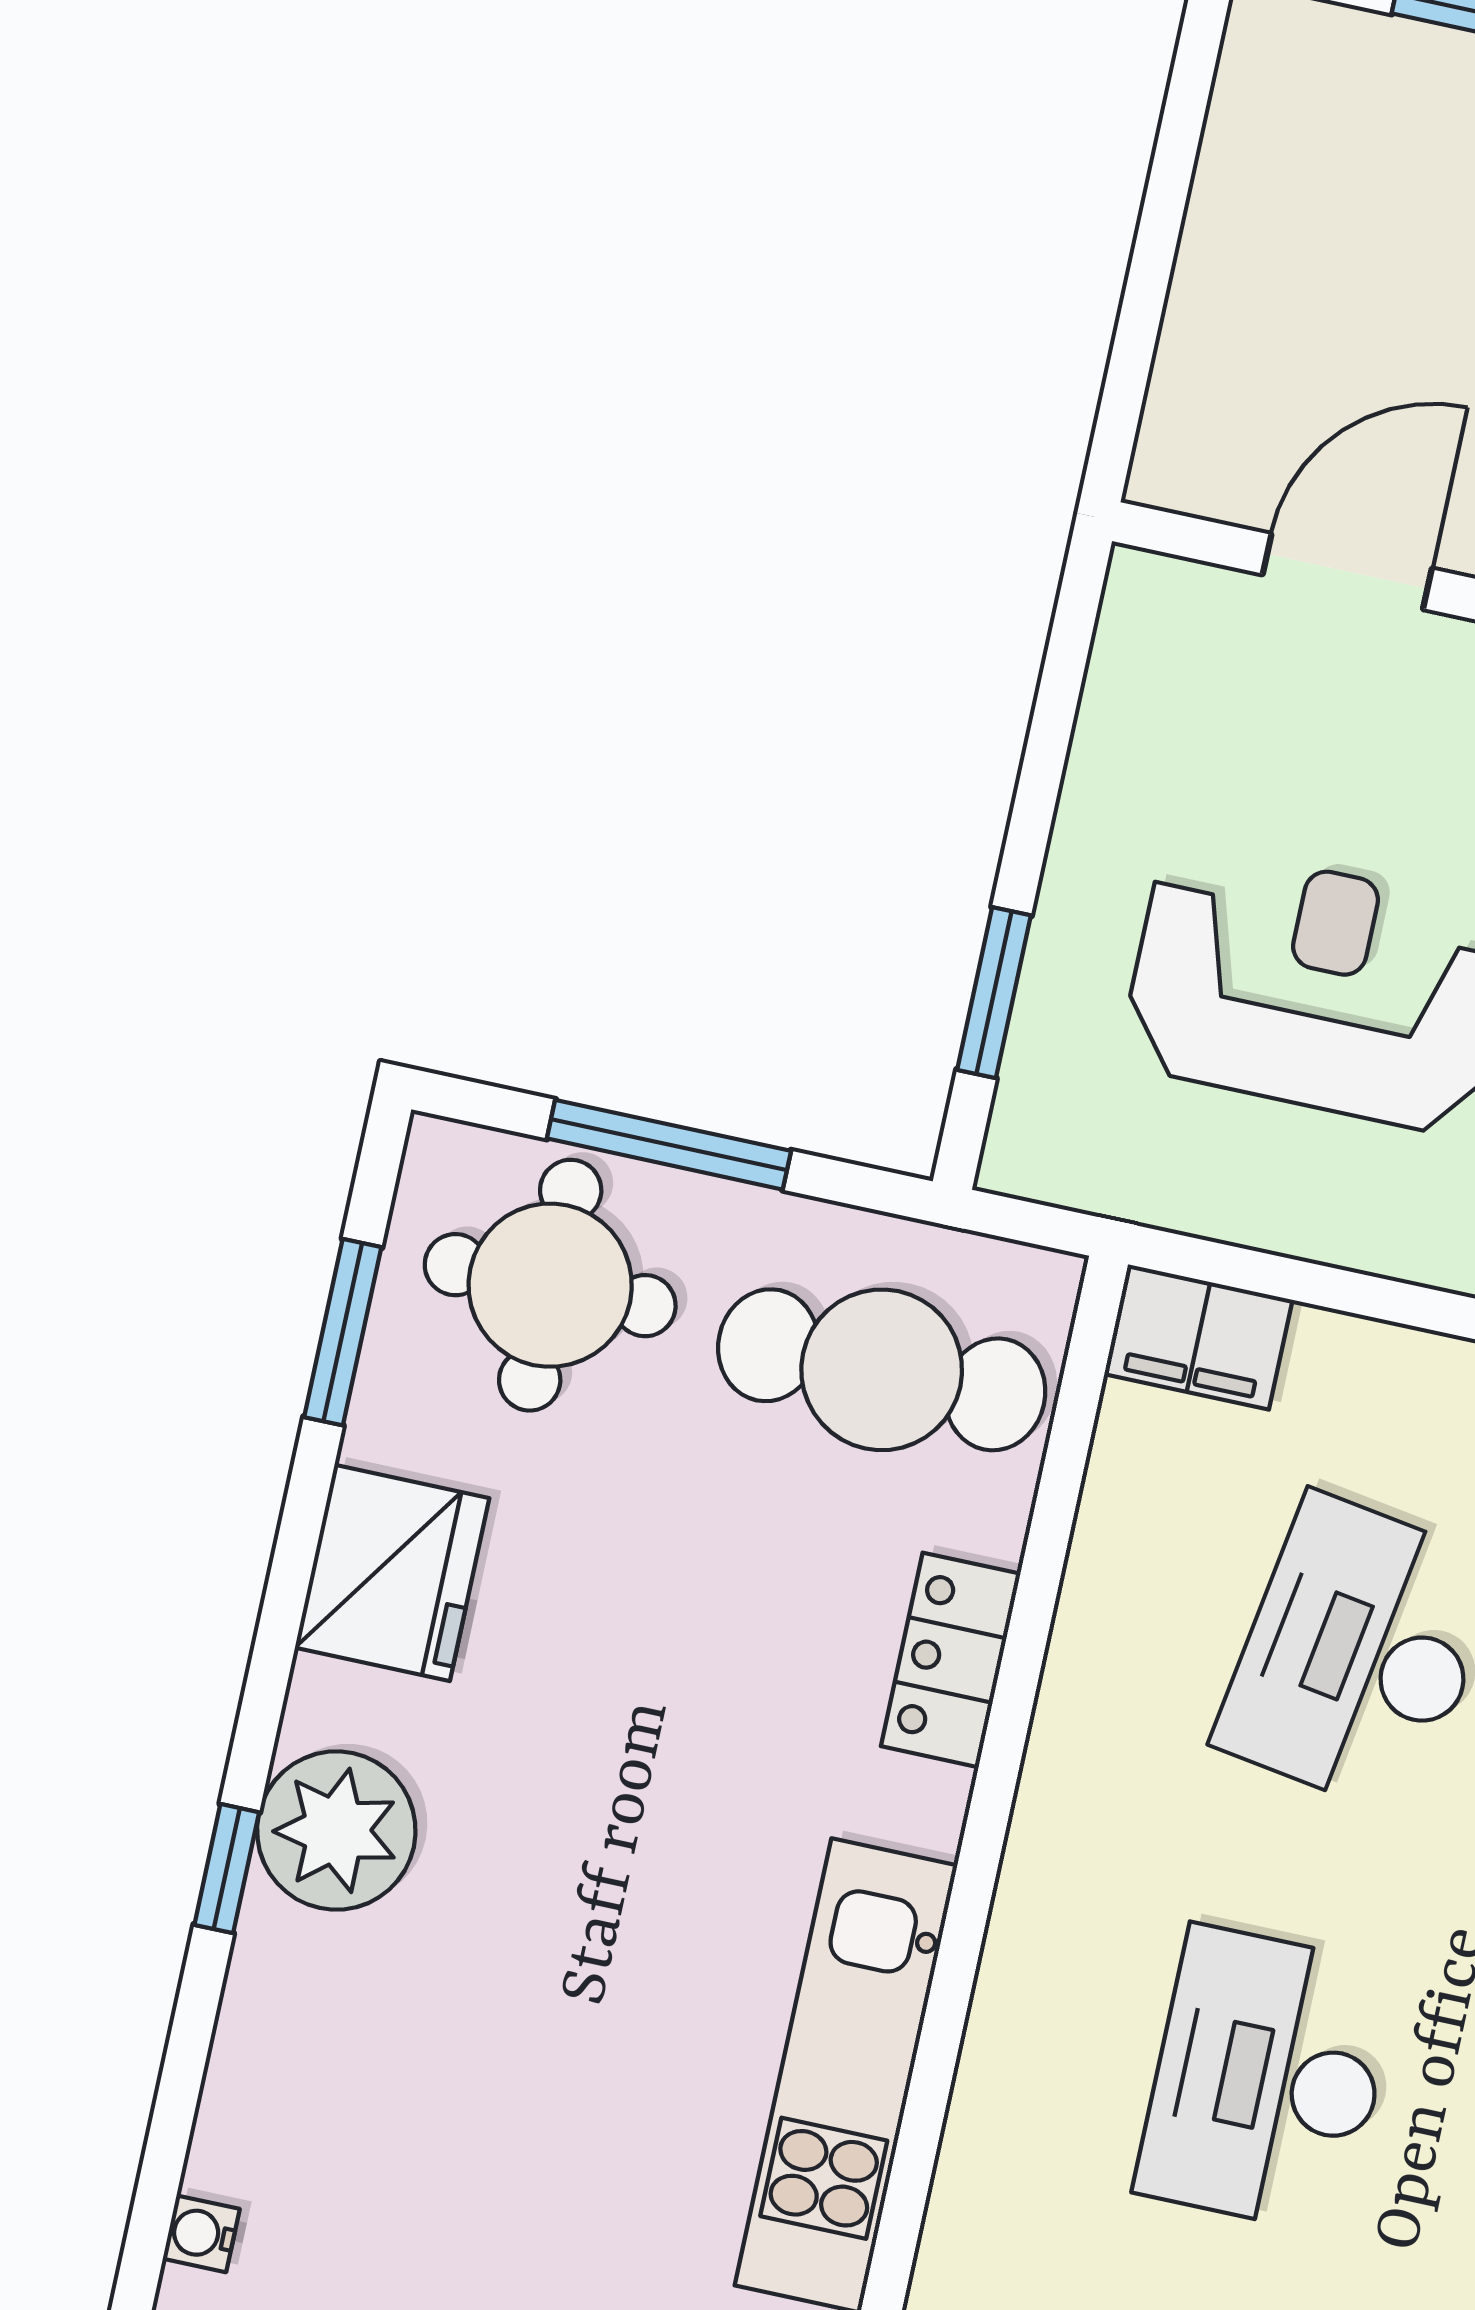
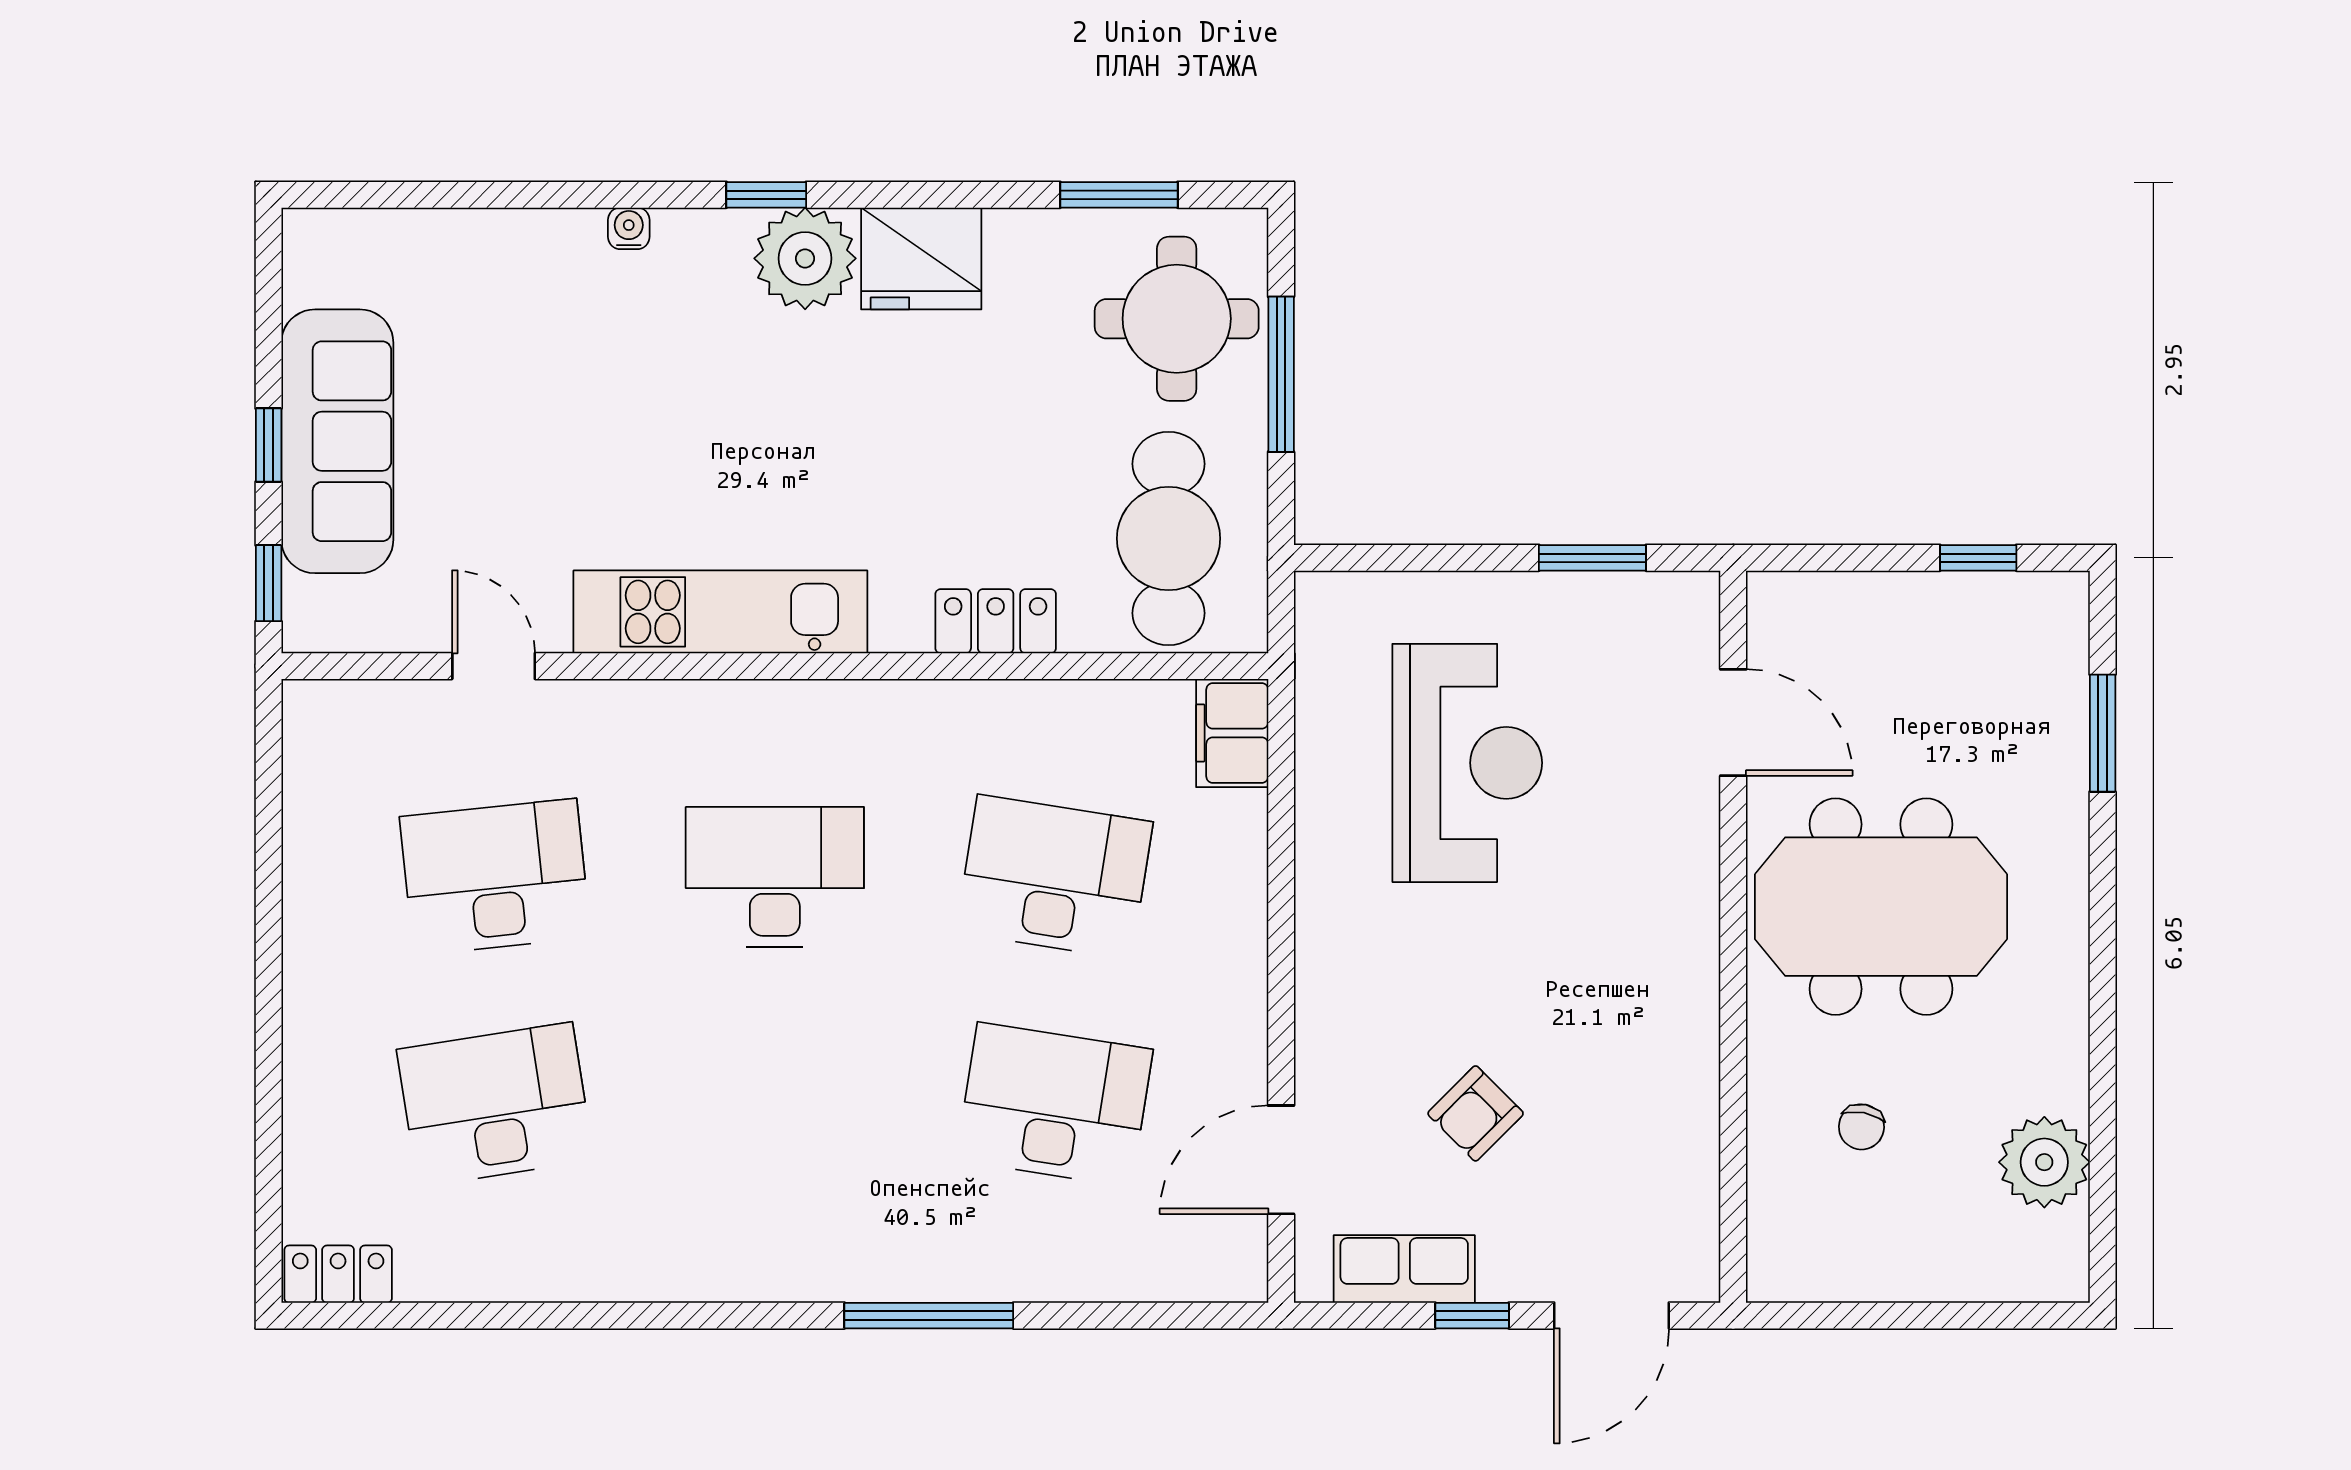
window: (1177, 145) -> (1978, 558), added
window: (994, 993) -> (1592, 558), moved
fridge: (392, 1573) -> (921, 259), moved
water cooler: (201, 2234) -> (629, 228), moved

